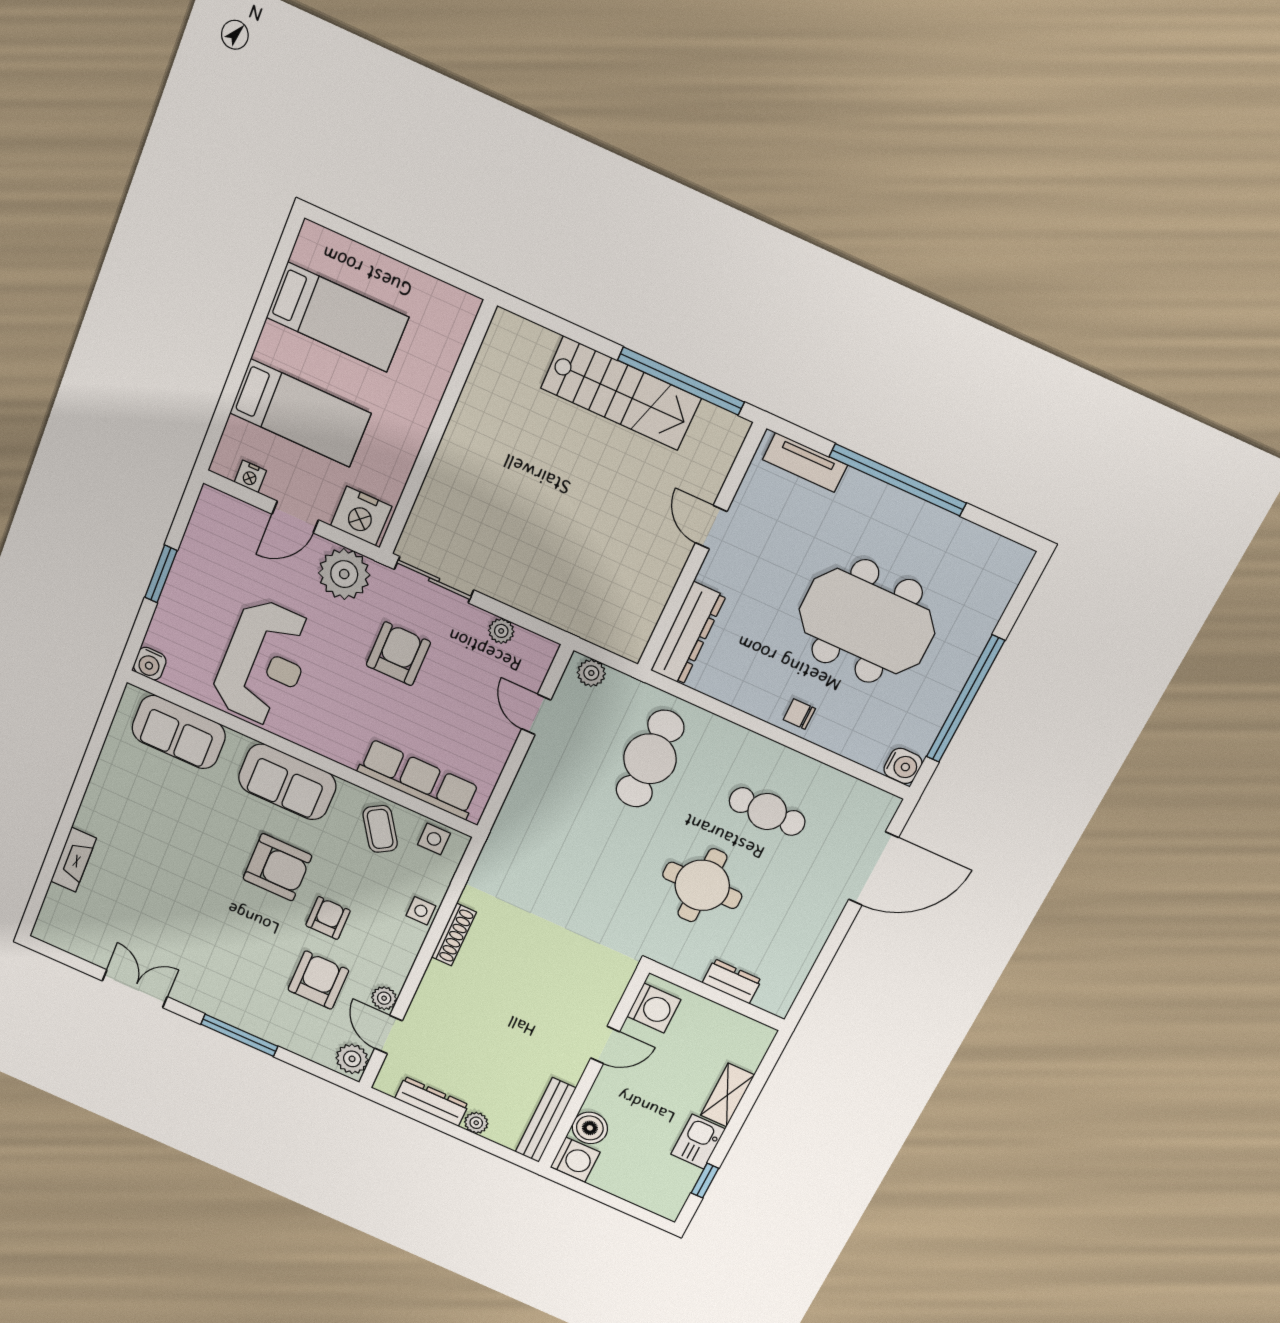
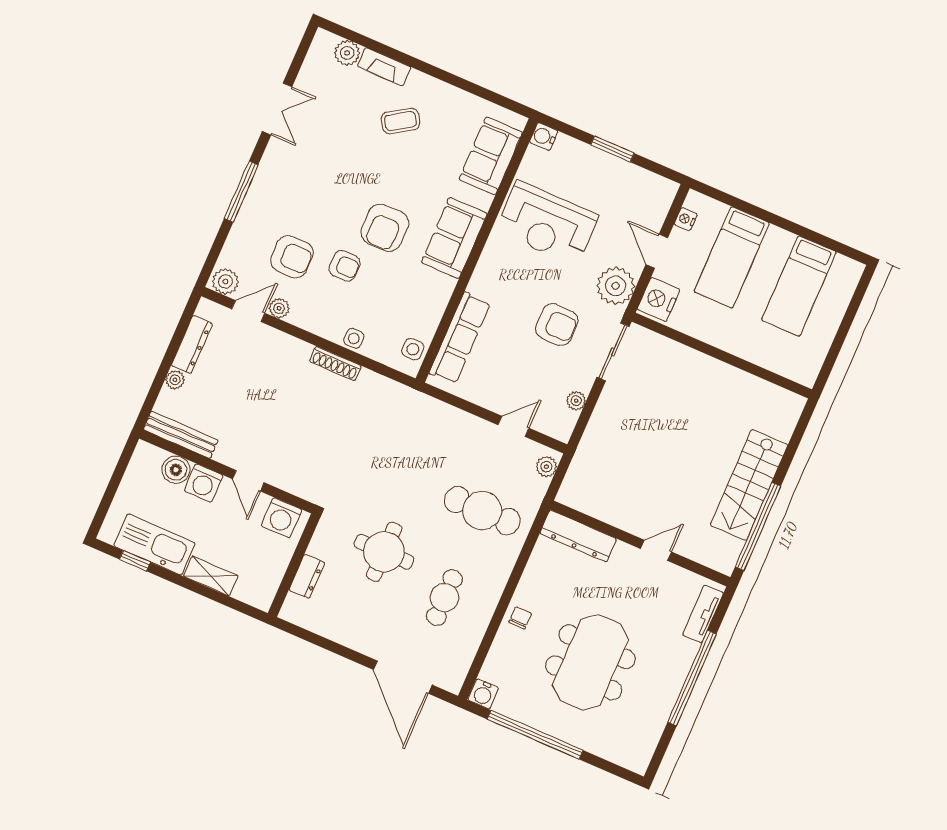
coffee table: (380, 829) -> (400, 121), moved
plant: (60, 903) -> (347, 53), added
kitchen sink: (698, 1142) -> (155, 544), width x1.88, depth x1.24
washing machine: (575, 1160) -> (204, 483), moved

